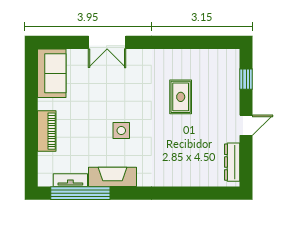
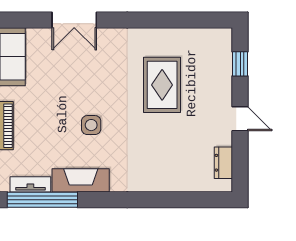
rug: (181, 97) -> (162, 85), width x1.36, depth x1.43
door: (246, 125) -> (240, 119), hinge flipped
dresser: (232, 162) -> (223, 163), width x0.70

